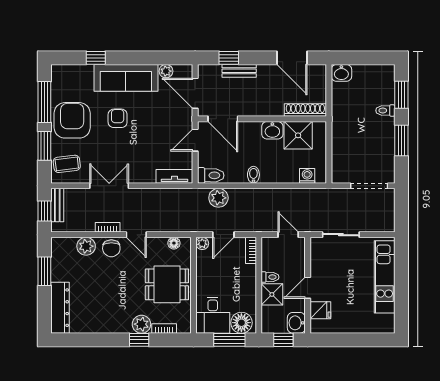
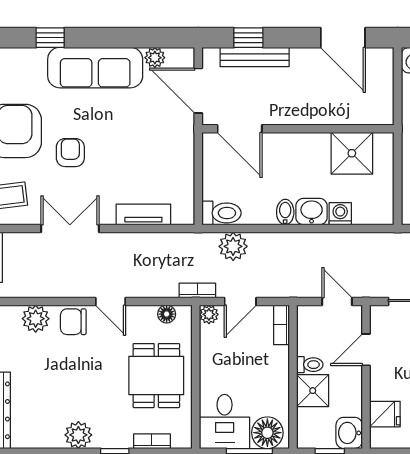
bench: (239, 71) -> (255, 57), width x1.36
shoe rack: (305, 110) -> (363, 115), removed
armchair: (118, 118) -> (70, 153), moved
washbasin: (272, 130) -> (312, 212), moved, turned 180
door: (195, 140) -> (198, 160), removed
tv unit: (174, 176) -> (143, 214), moved
washing machine: (307, 176) -> (340, 214), moved
bookcase: (108, 227) -> (197, 291), moved
chair: (111, 248) -> (73, 322), turned 90
dining table: (167, 284) -> (156, 376), turned 90
door: (308, 288) -> (366, 350), moved
plant: (141, 324) -> (78, 435), moved

